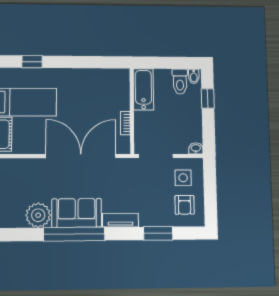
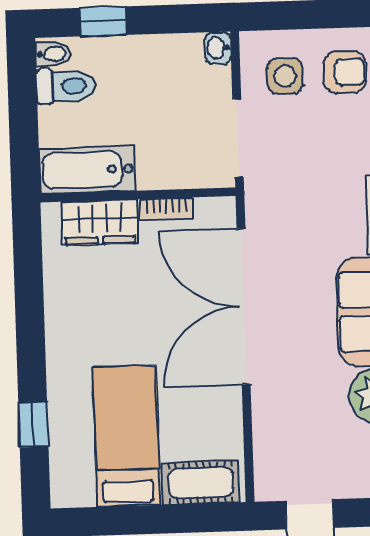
wardrobe: (120, 94) -> (100, 222), added

